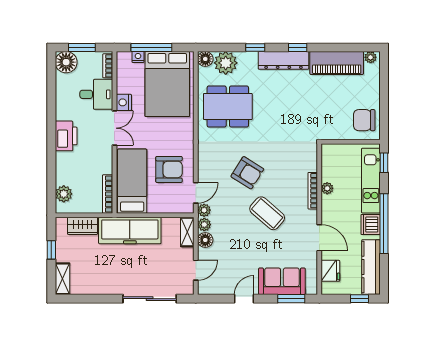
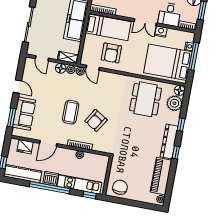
armchair: (247, 173) -> (96, 120), moved
coffee table: (267, 213) -> (71, 112), turned -41

